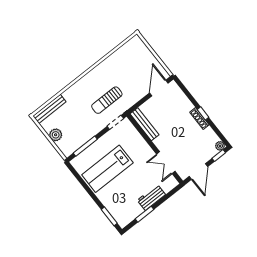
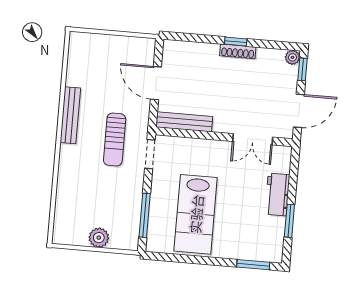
door: (159, 88) -> (156, 83), moved
bench: (49, 109) -> (70, 115), moved
door: (198, 172) -> (299, 111), hinge flipped

